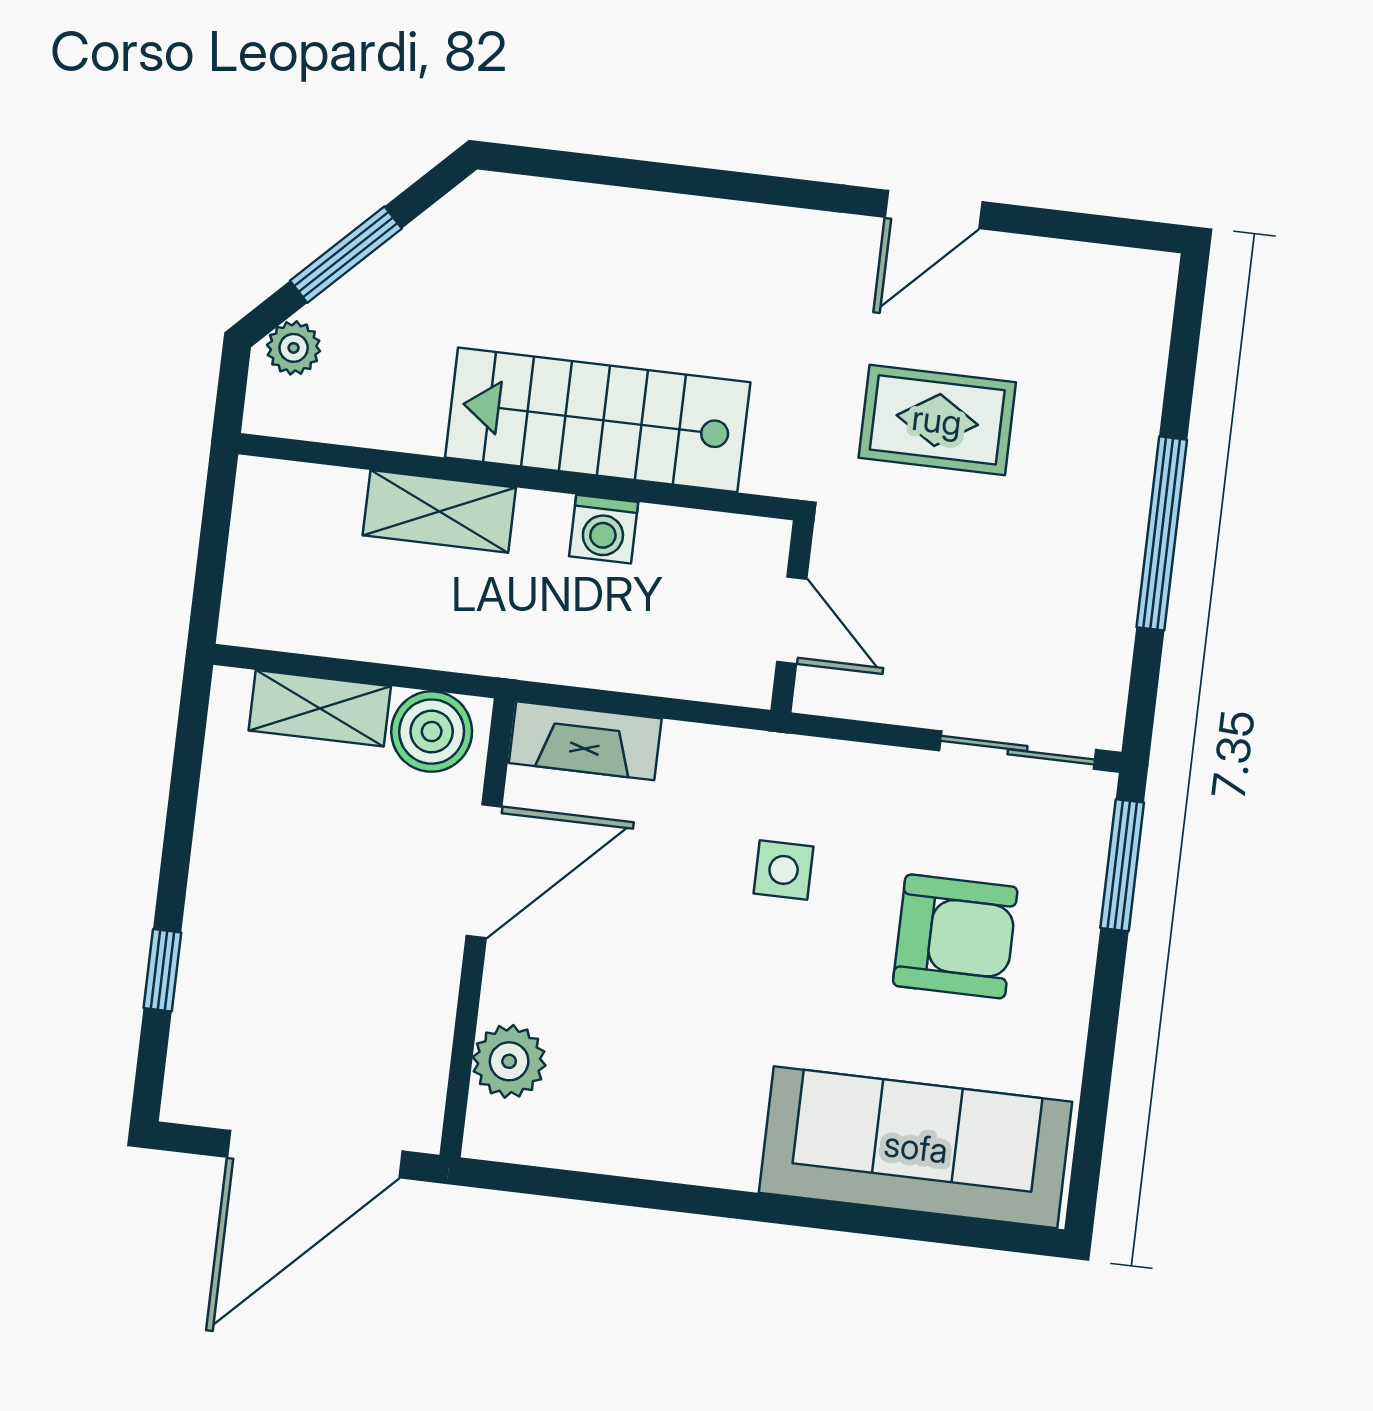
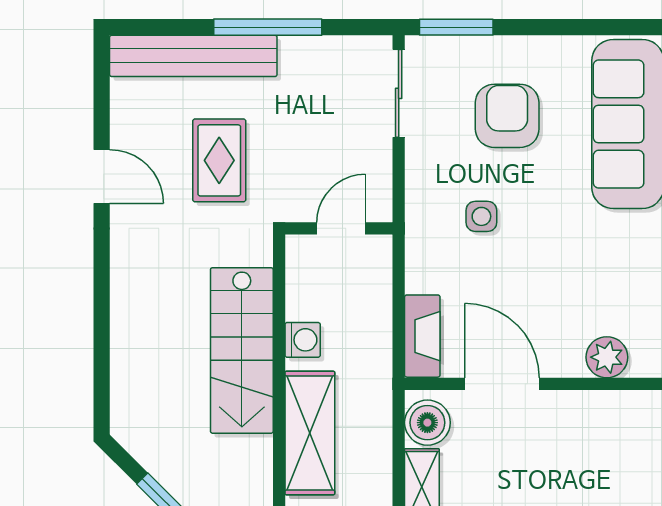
bench: (1127, 396) -> (193, 56), added
shelving: (439, 511) -> (310, 433), width x1.50, depth x1.33

